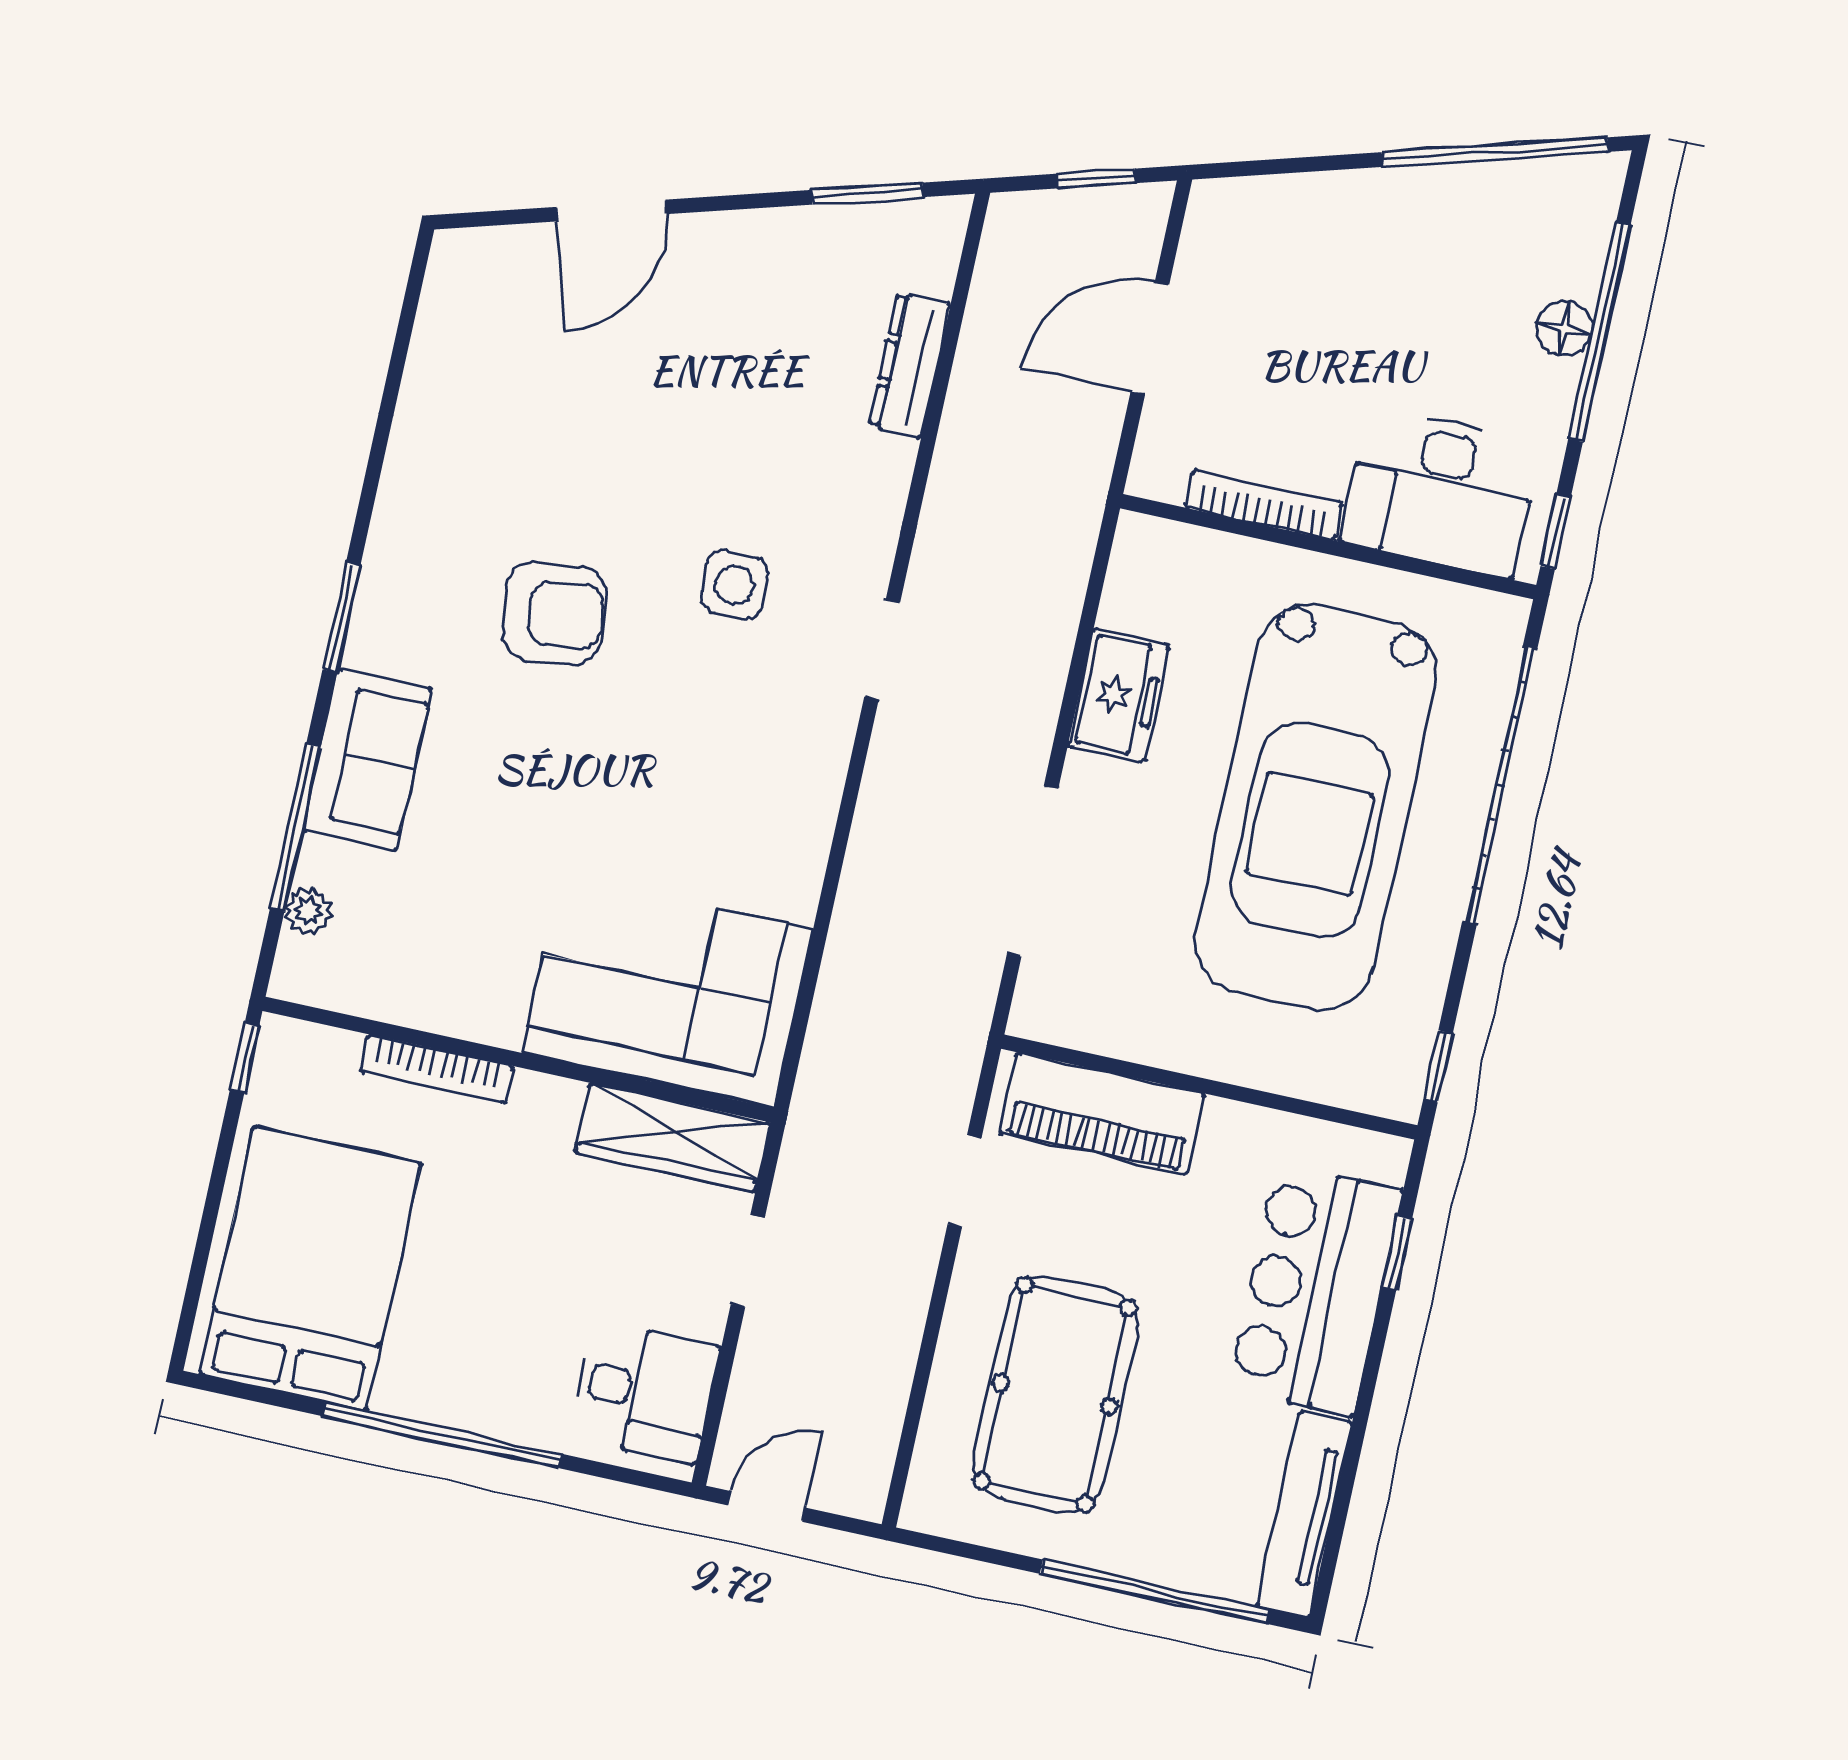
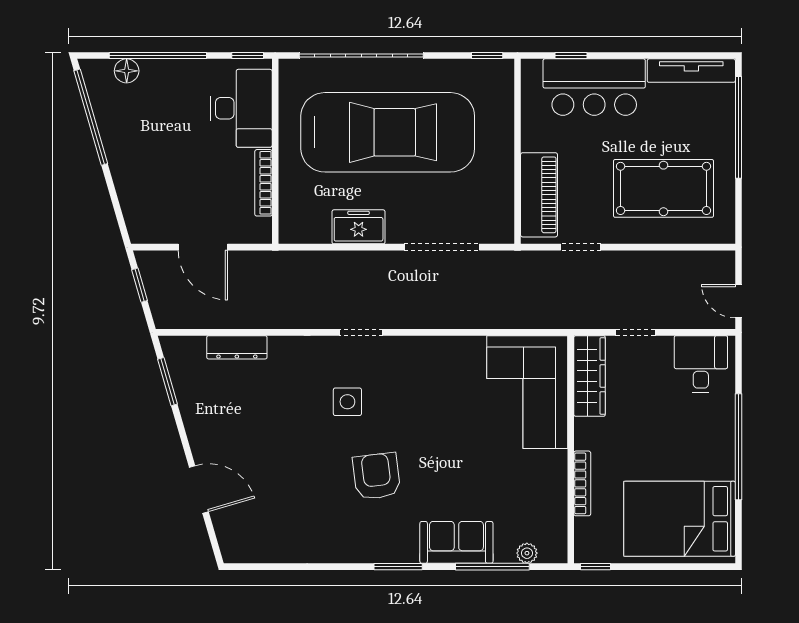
floor lamp: (1564, 328) -> (127, 71), moved

